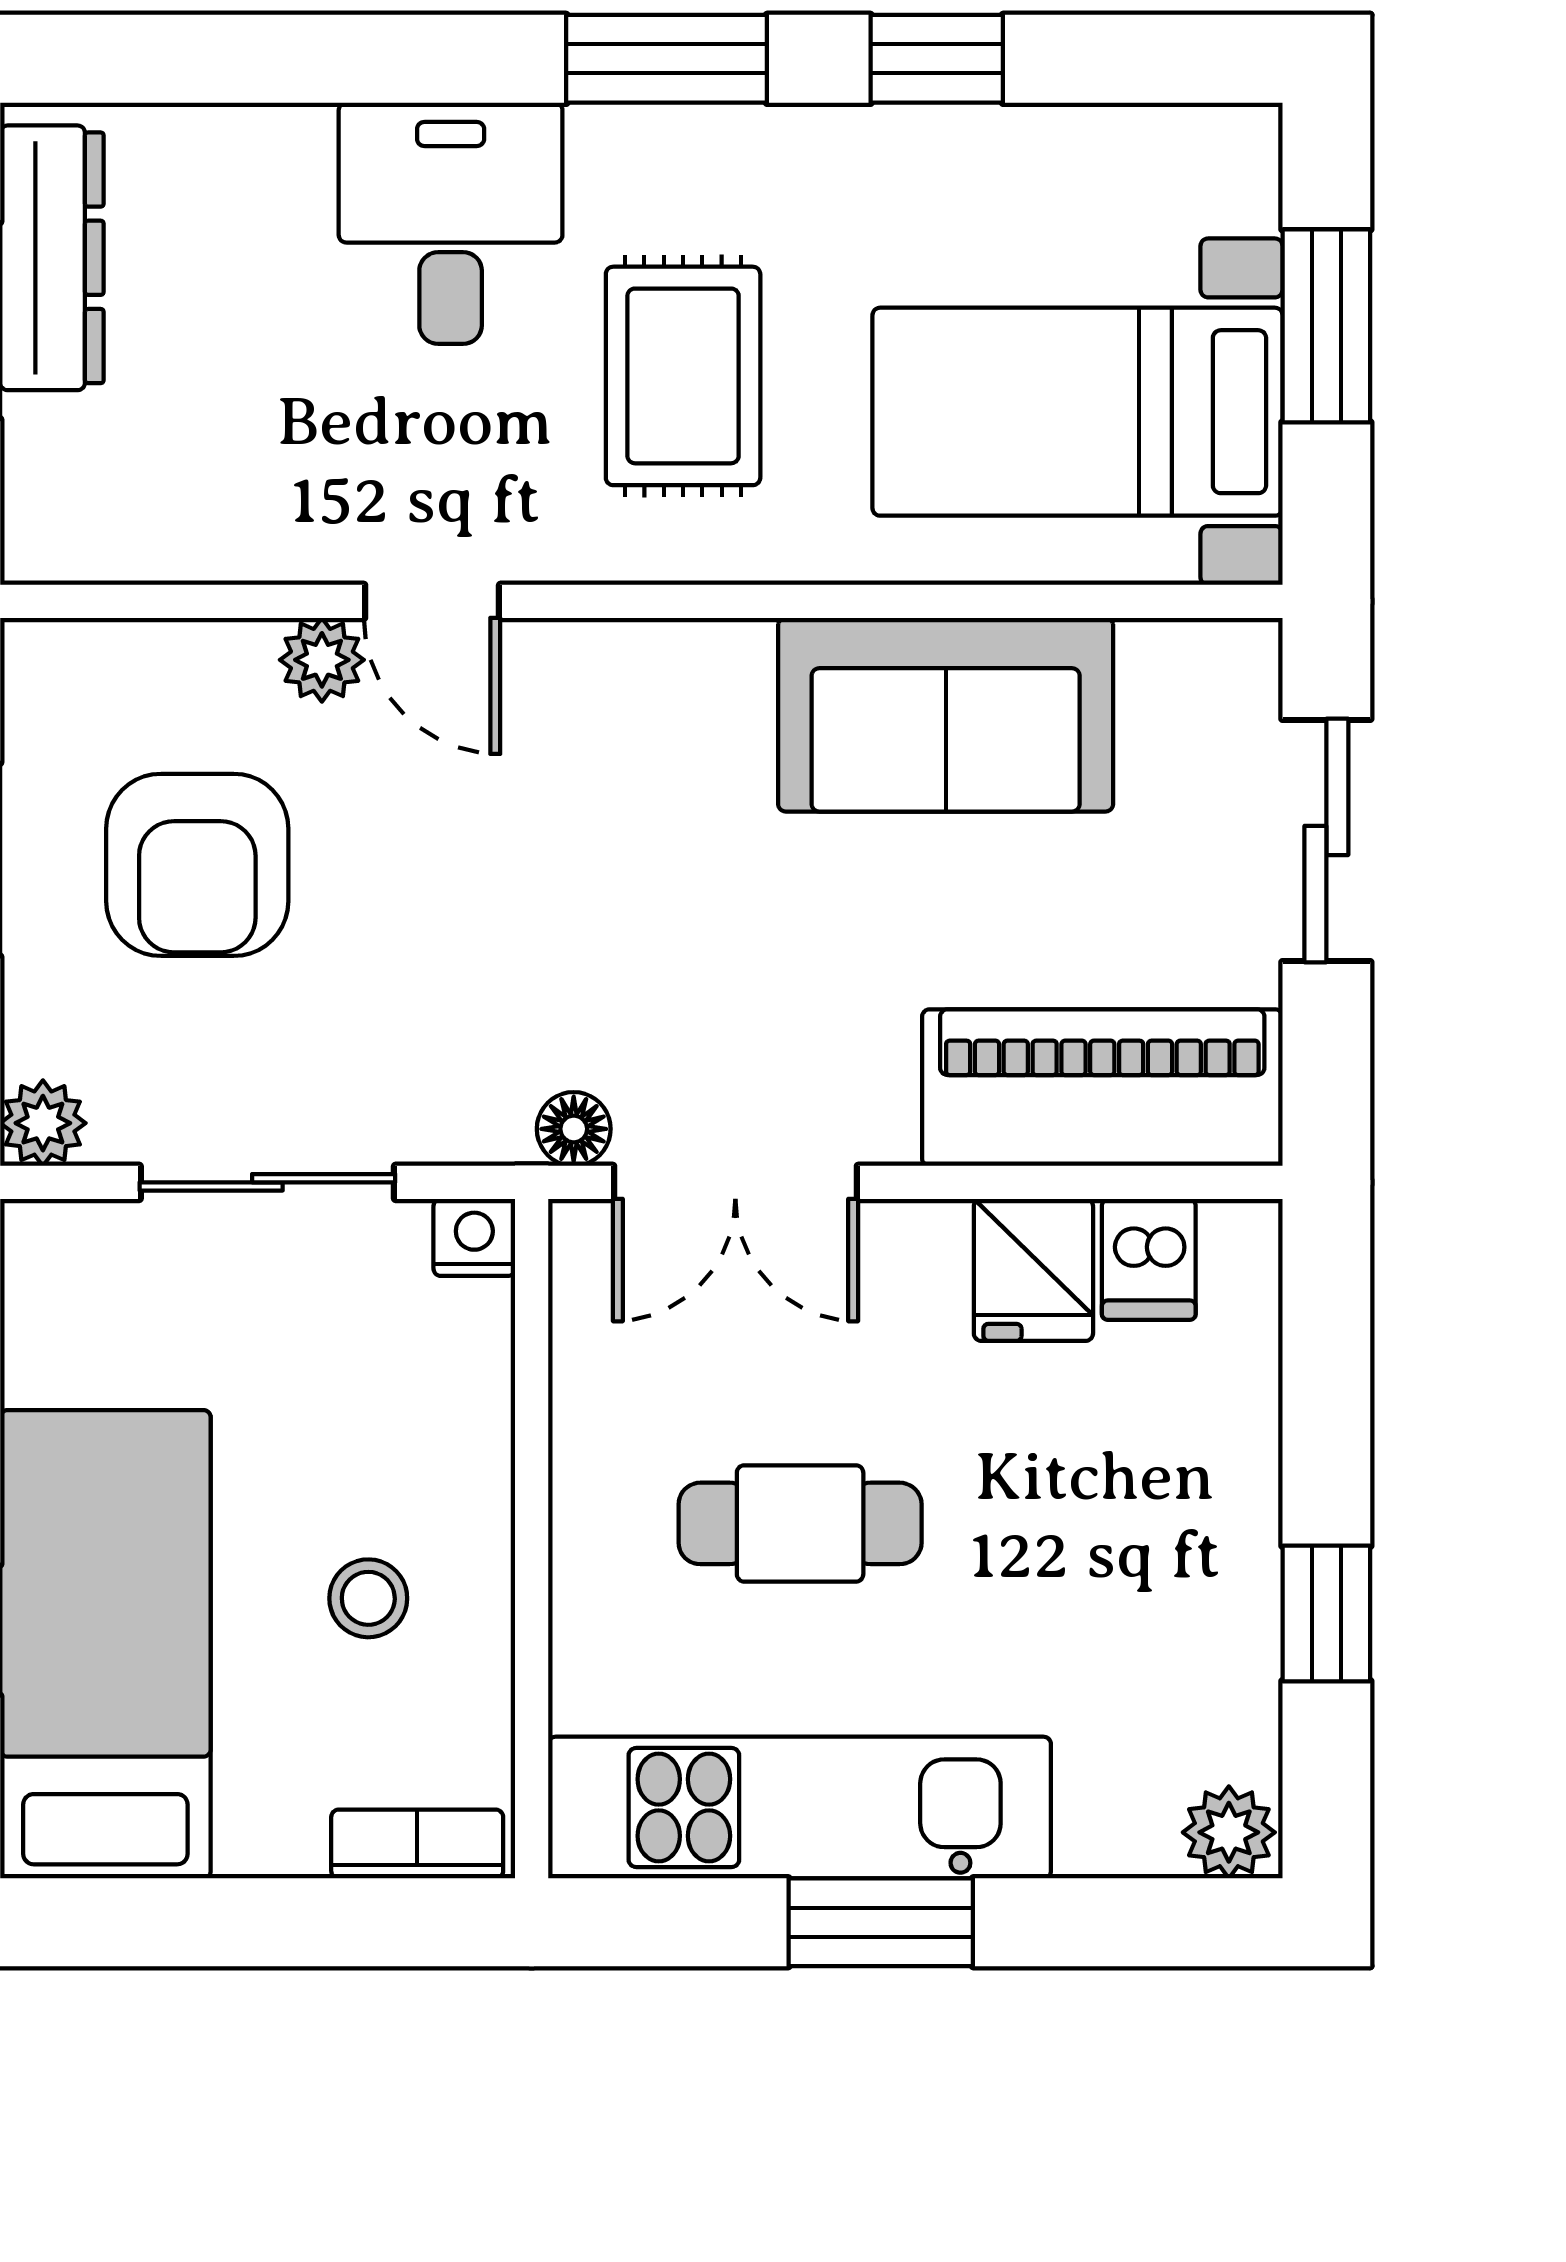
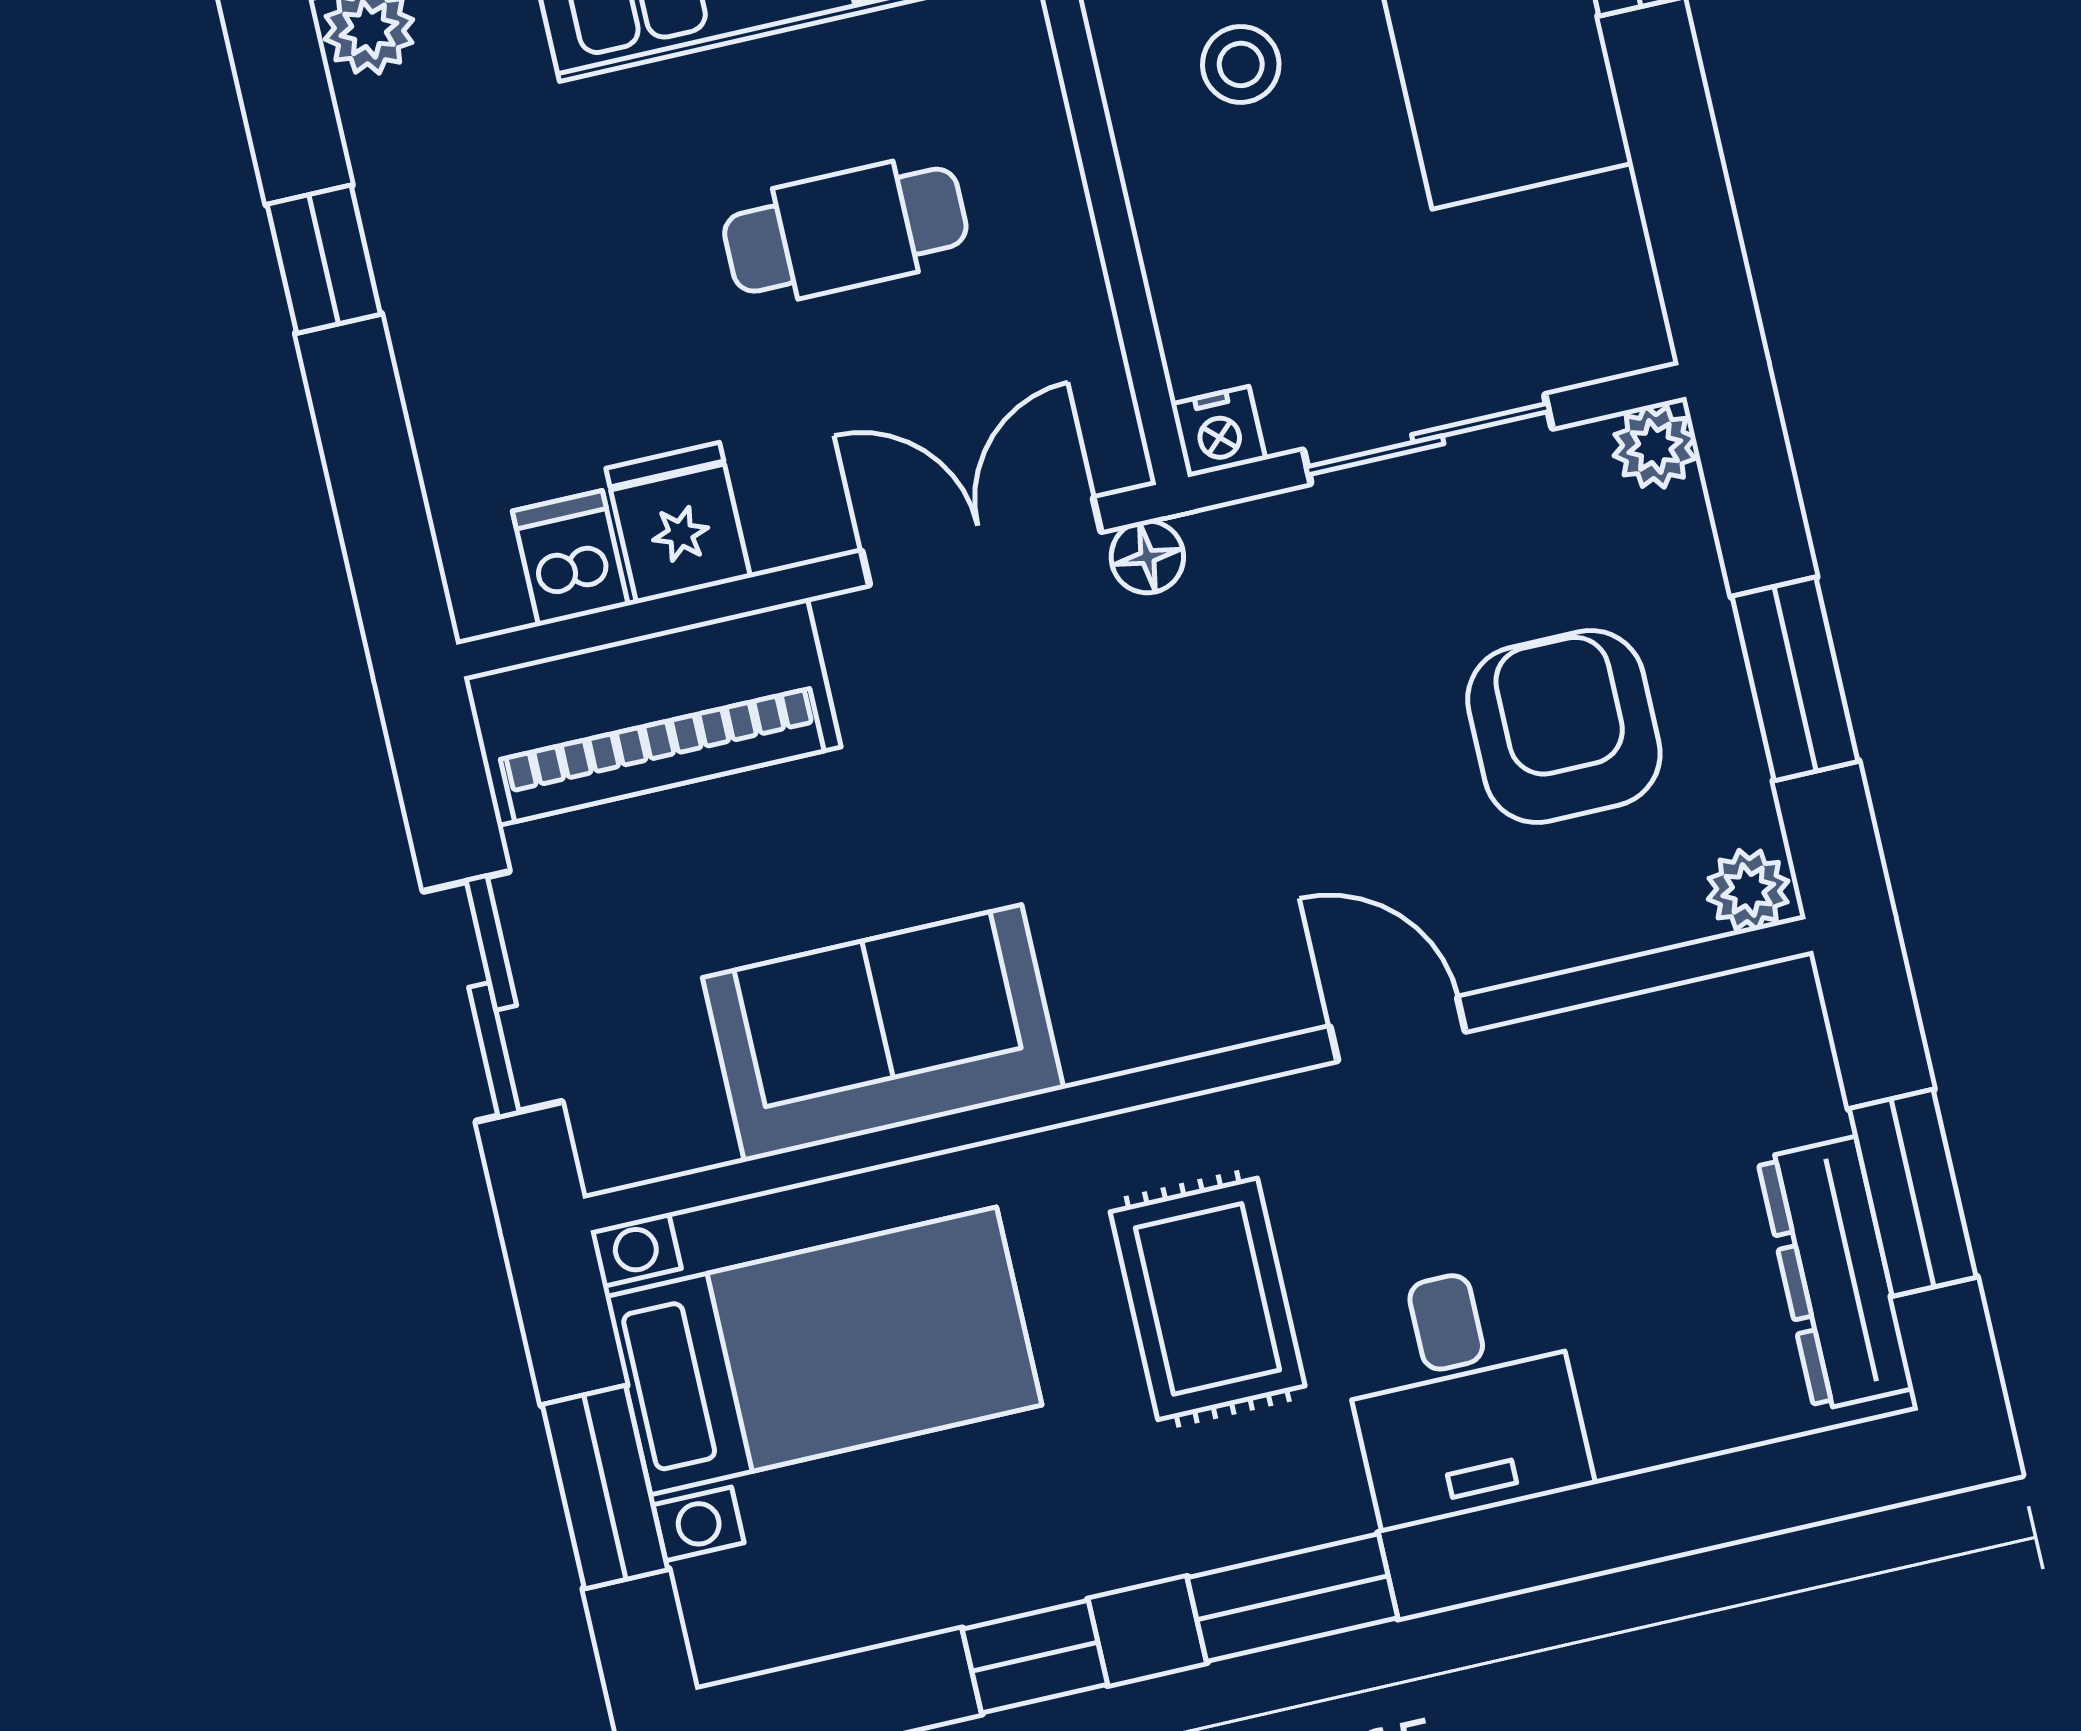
plant: (322, 660) -> (1748, 890), moved

